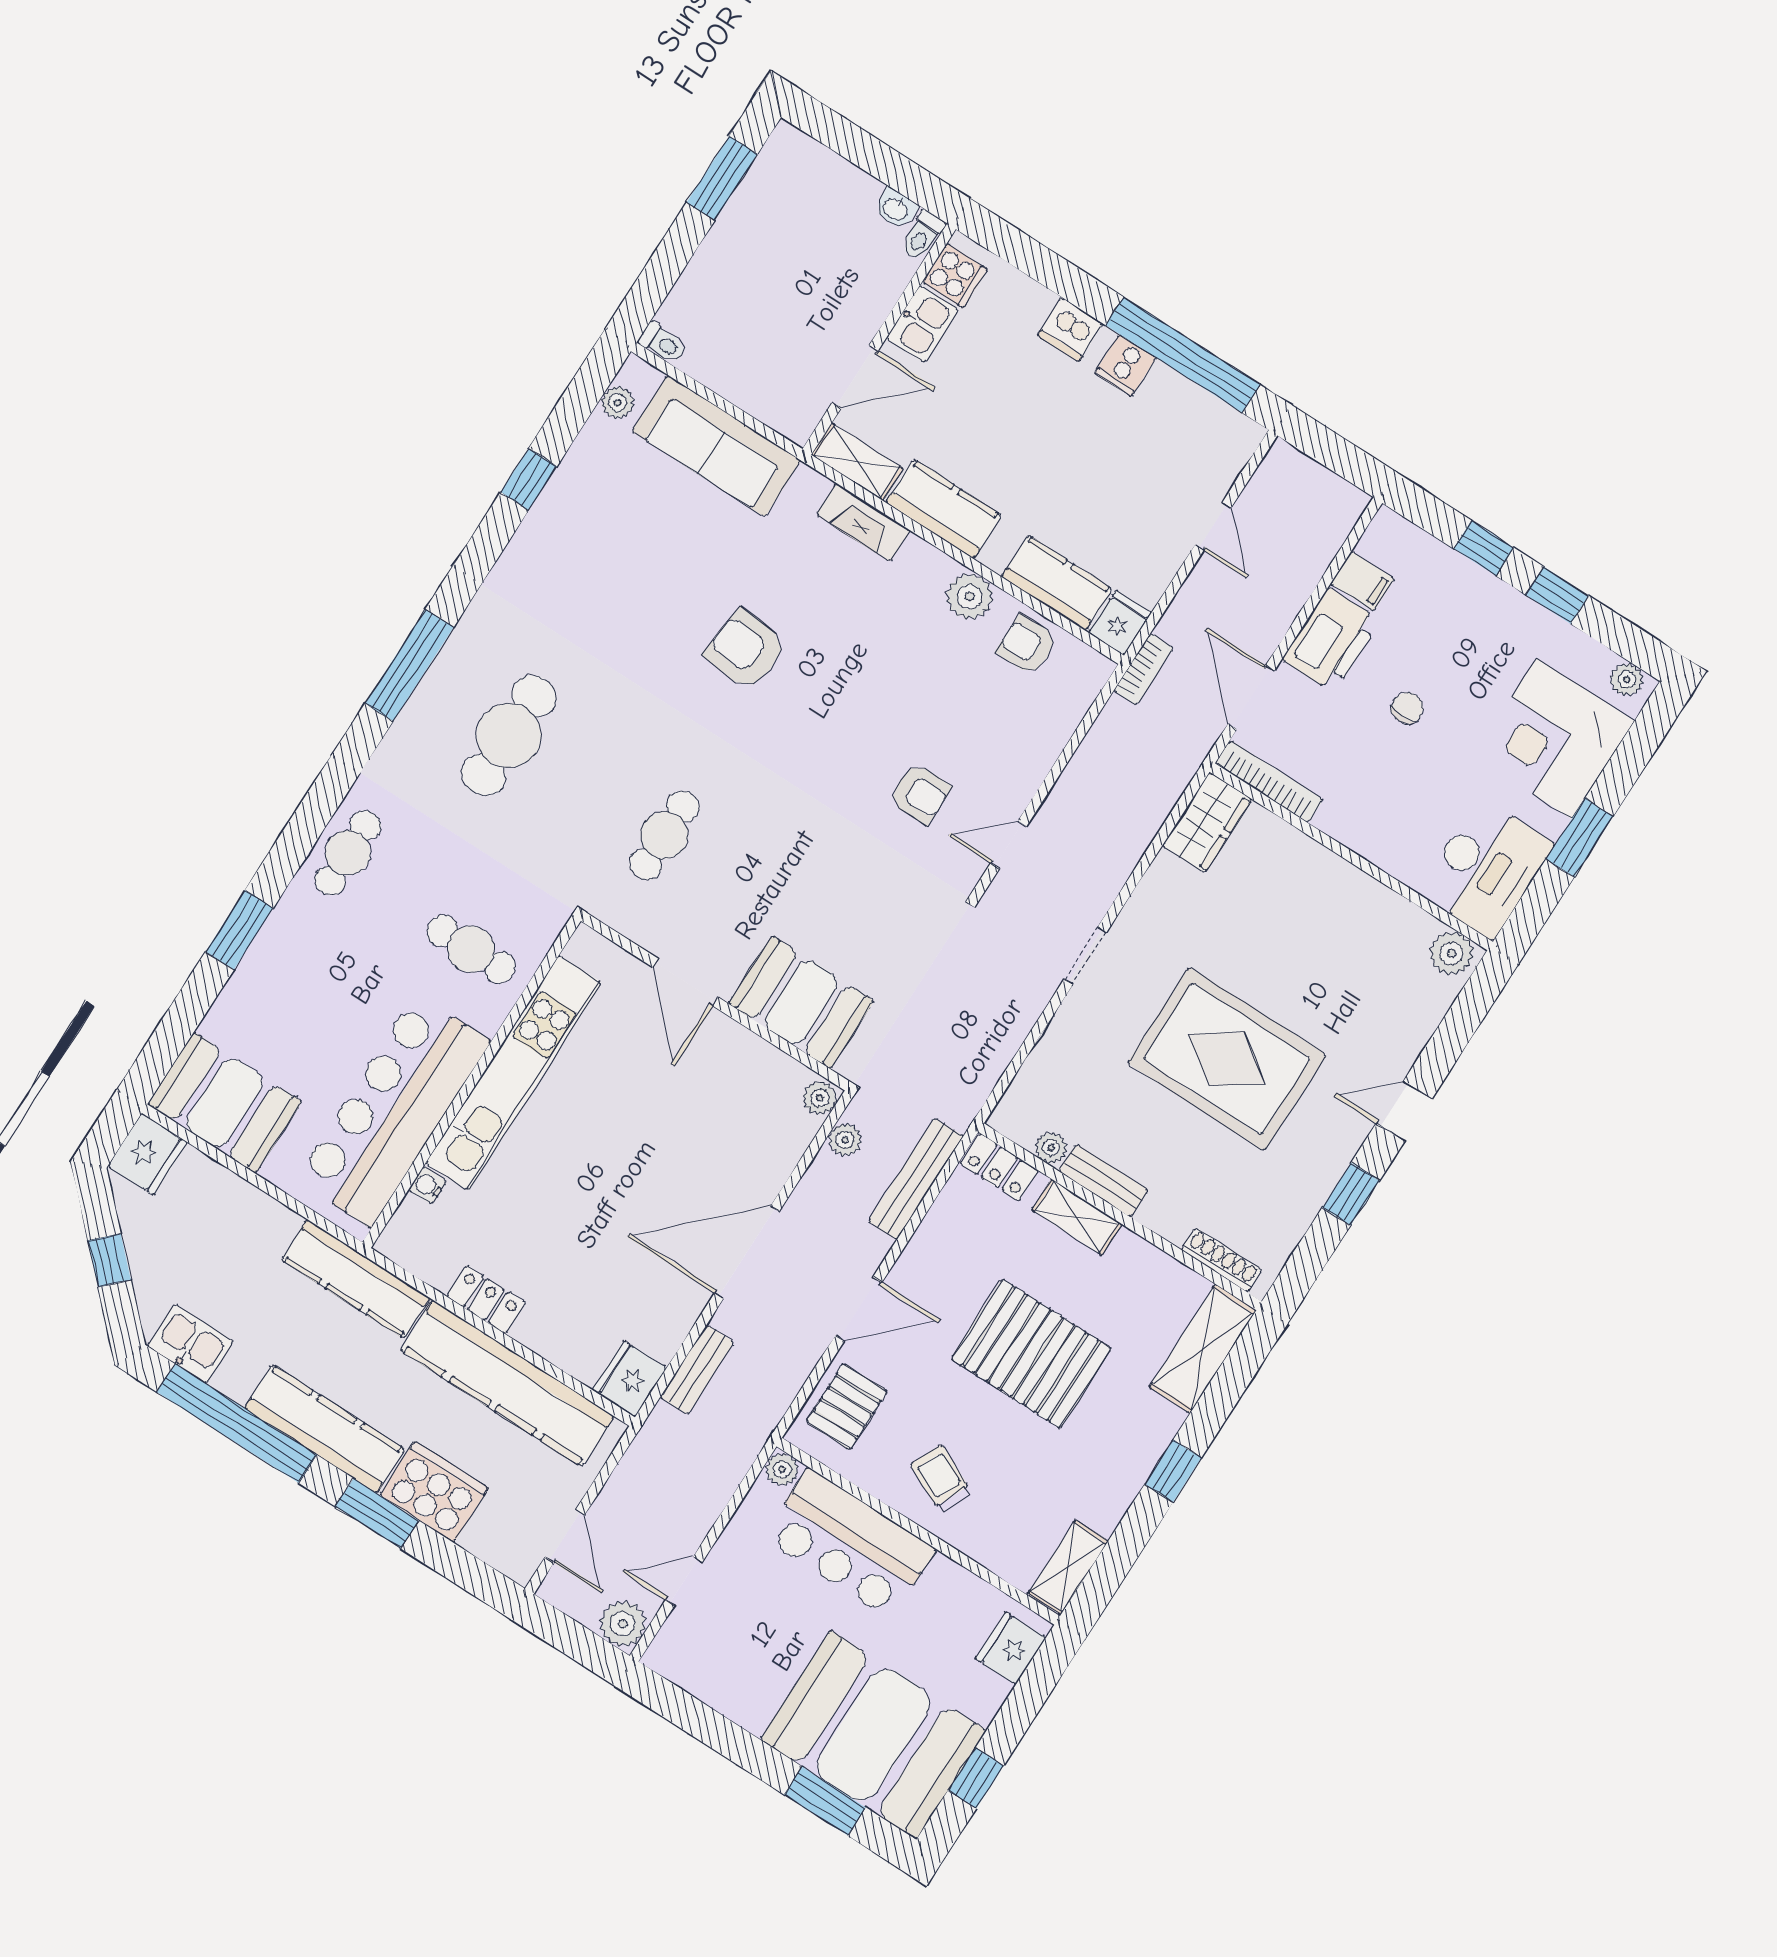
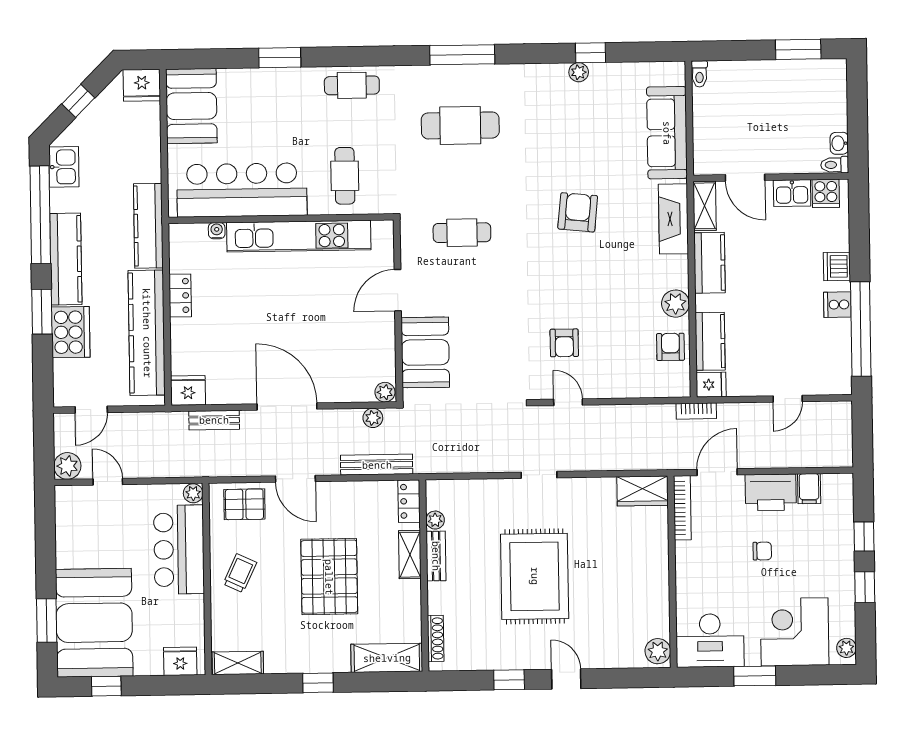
plant: (618, 402) -> (579, 72), moved
fireplace: (863, 522) -> (673, 219), width x1.37, depth x1.32

